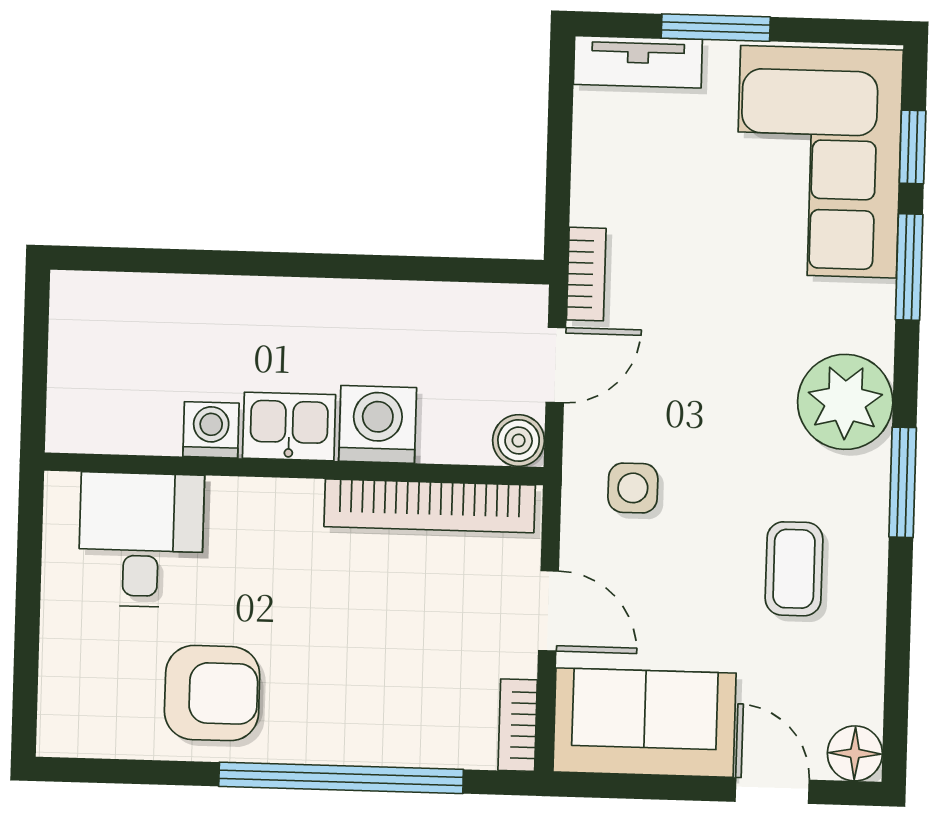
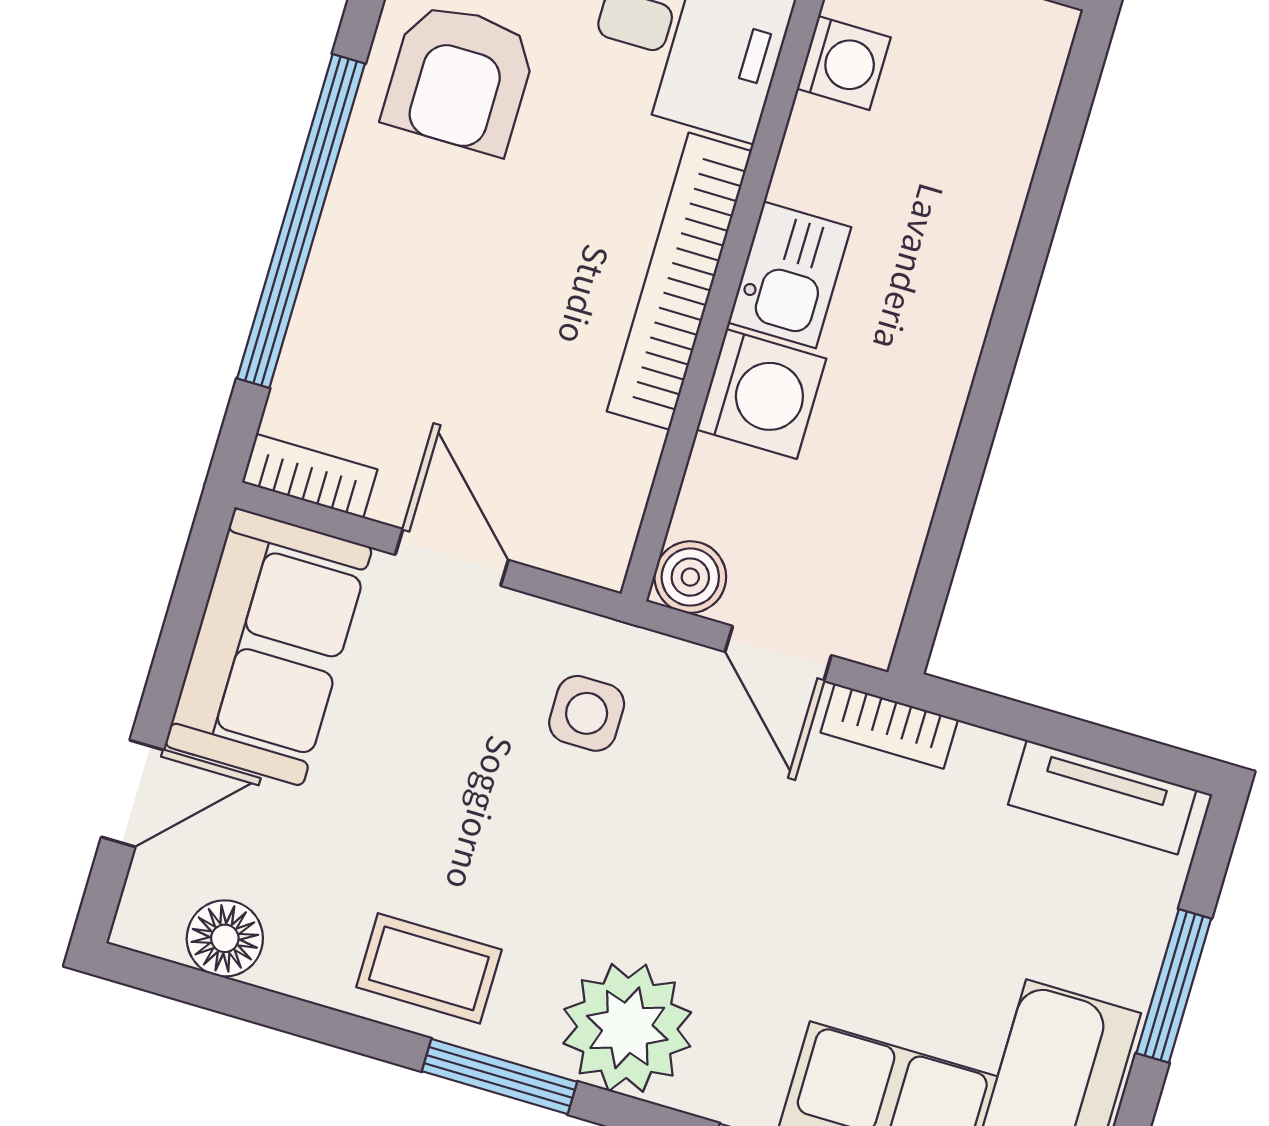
tv unit: (638, 62) -> (1102, 797), moved, turned -90
washing machine: (211, 430) -> (844, 63), moved
bookcase: (430, 506) -> (679, 281), moved
coffee table: (794, 569) -> (429, 968), moved
door: (549, 611) -> (452, 557), swing flipped
floor lamp: (855, 753) -> (225, 938), moved

